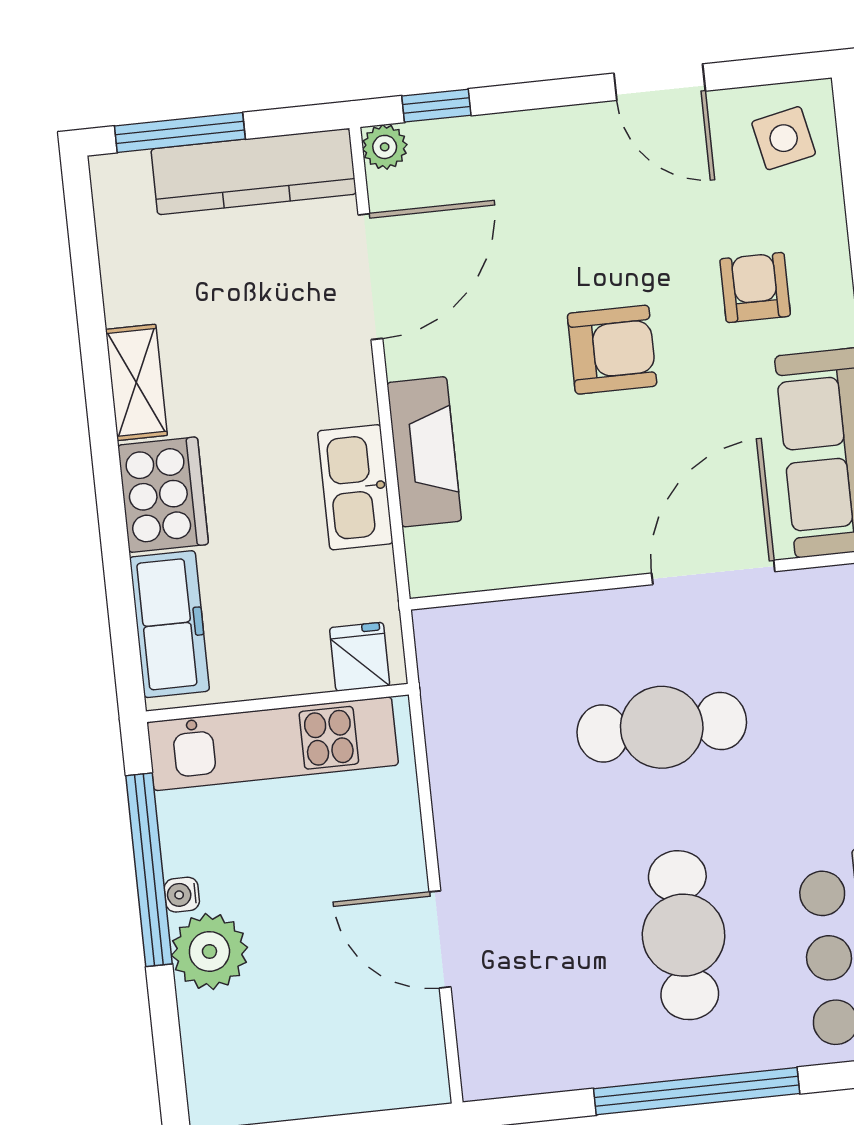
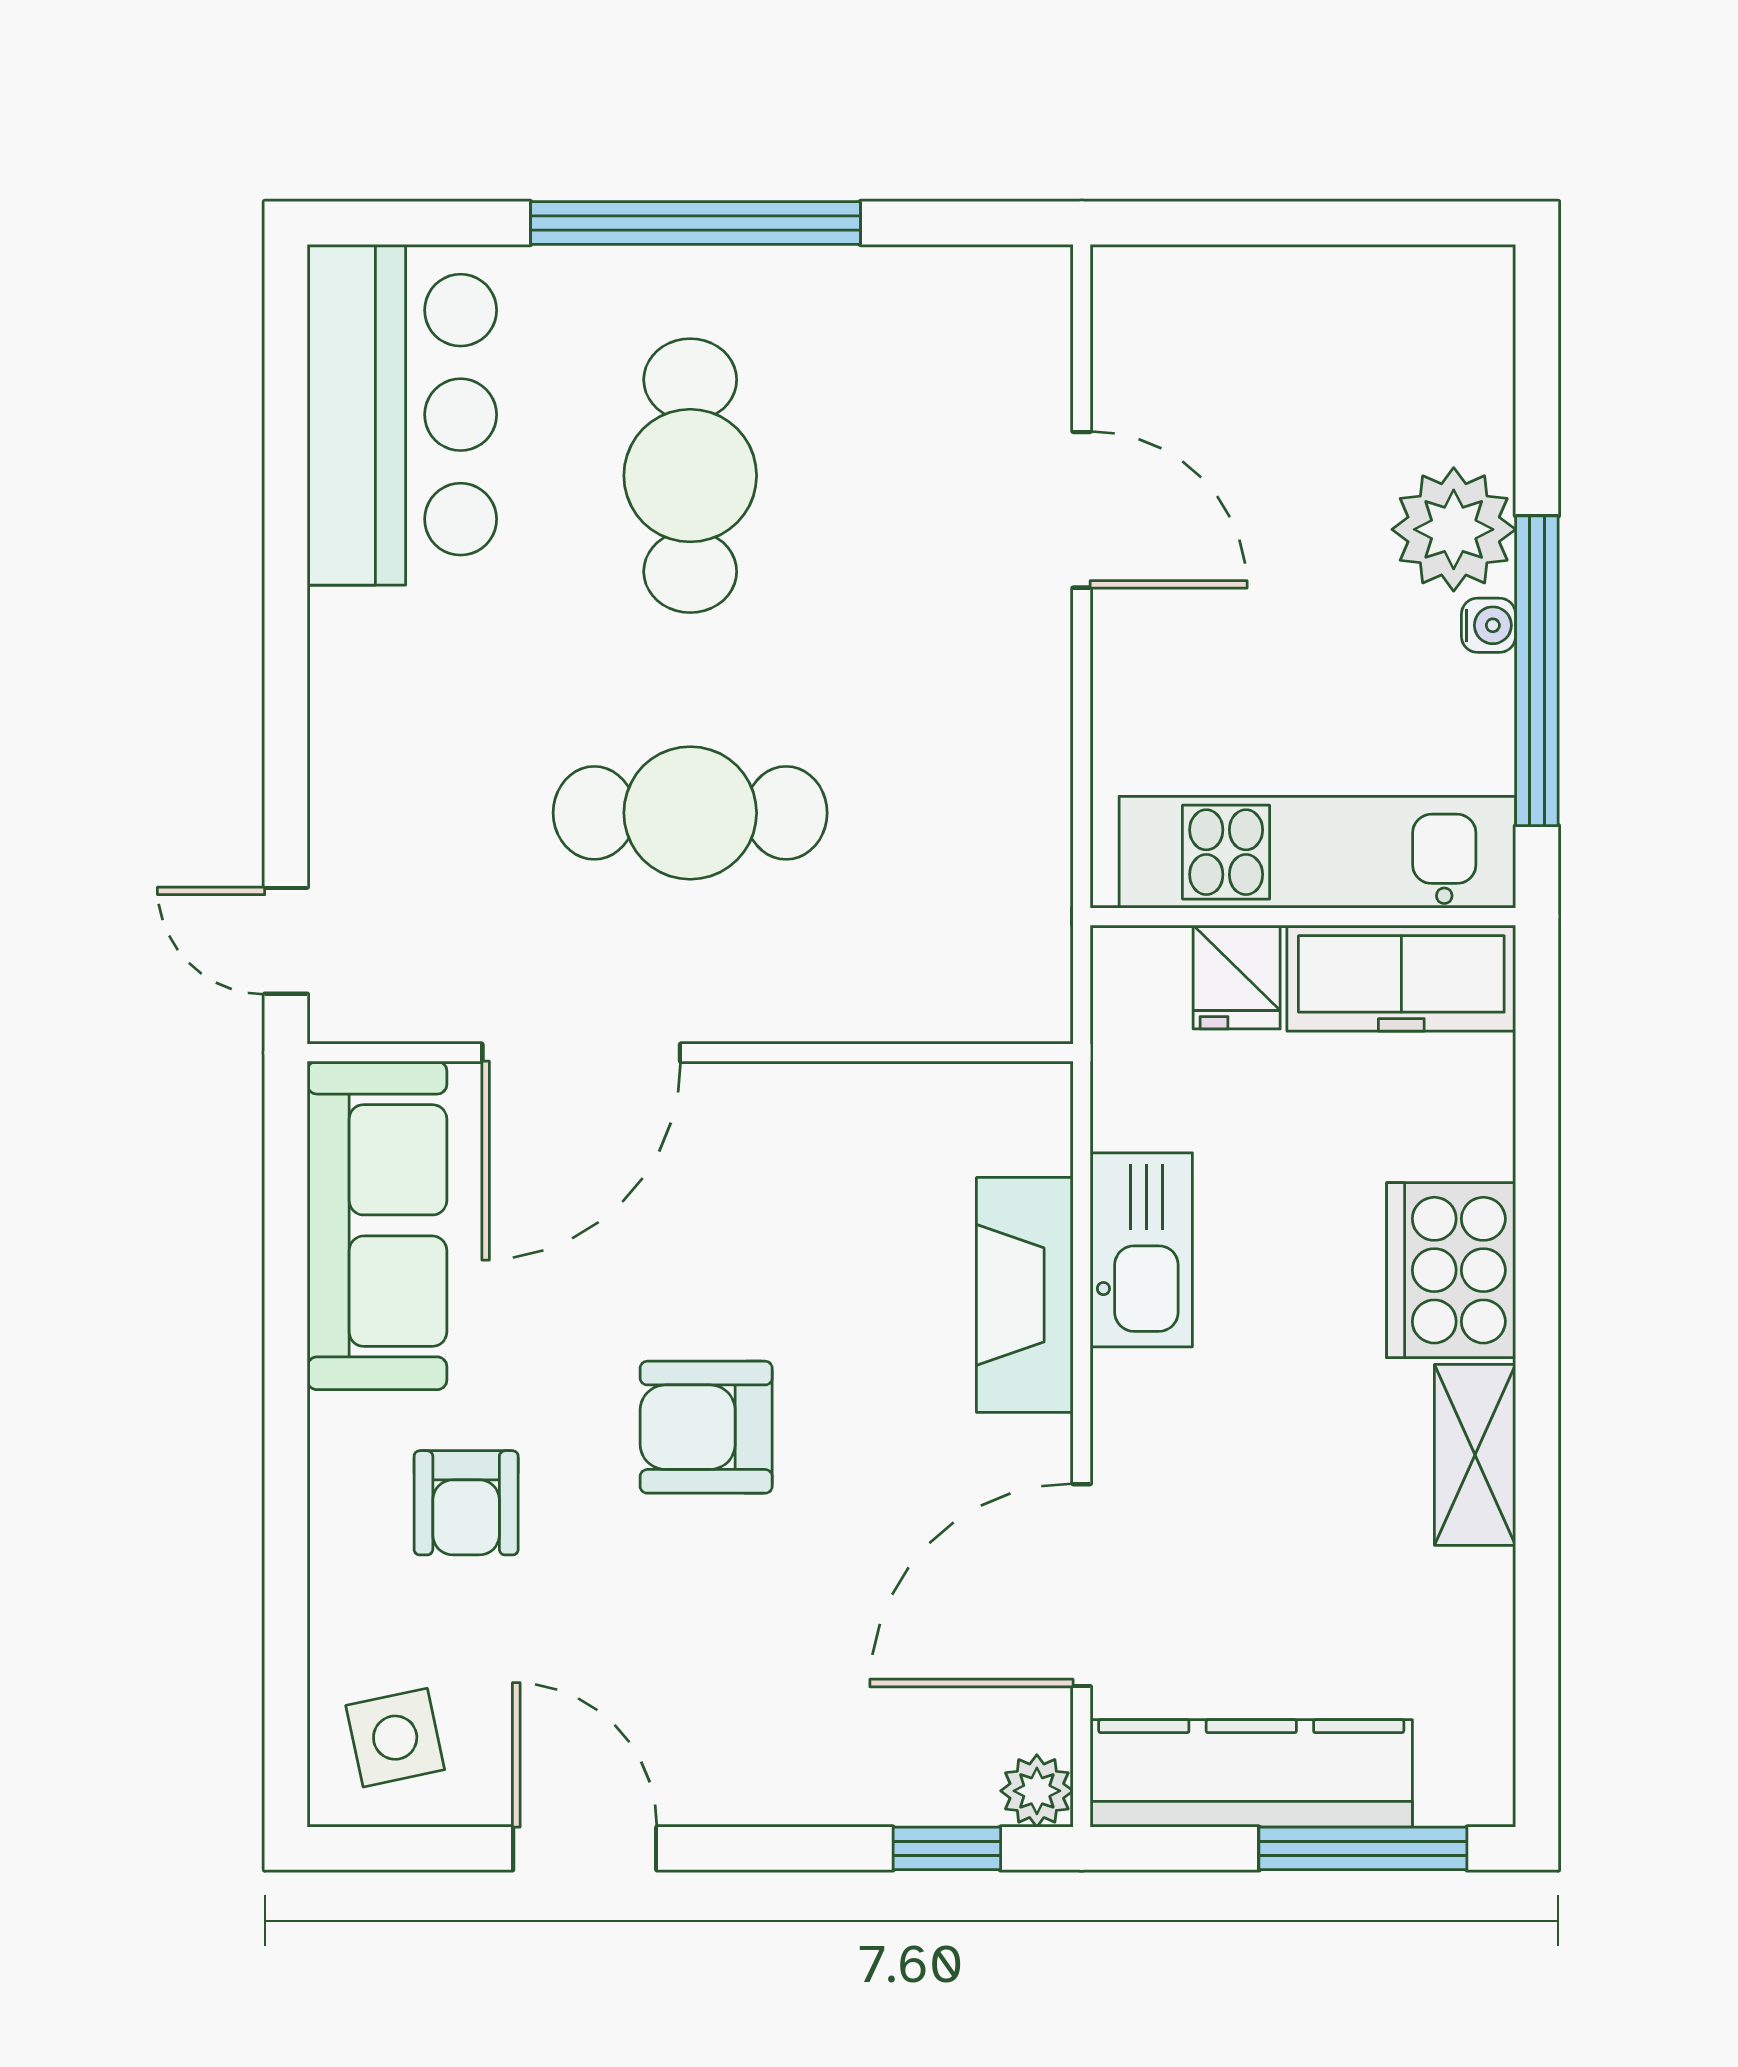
freezer: (170, 624) -> (1401, 978), moved, turned -90
fridge: (360, 657) -> (1237, 977), moved

